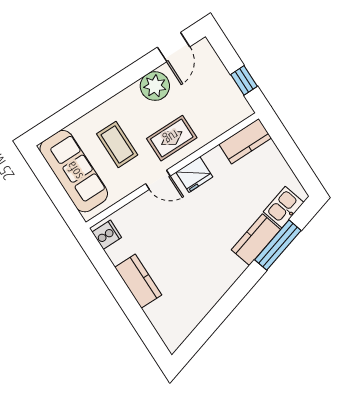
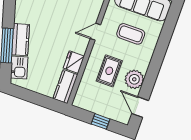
window: (244, 80) -> (101, 121), moved
rug: (172, 138) -> (109, 71), moved
fridge: (194, 174) -> (74, 62), moved

